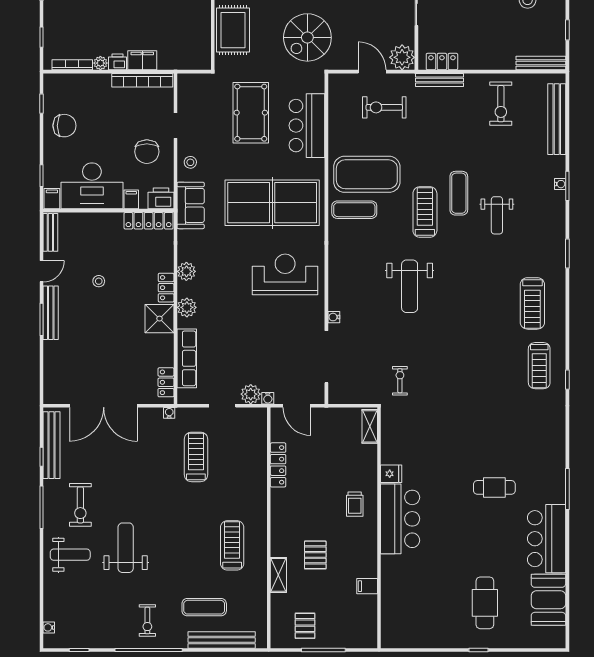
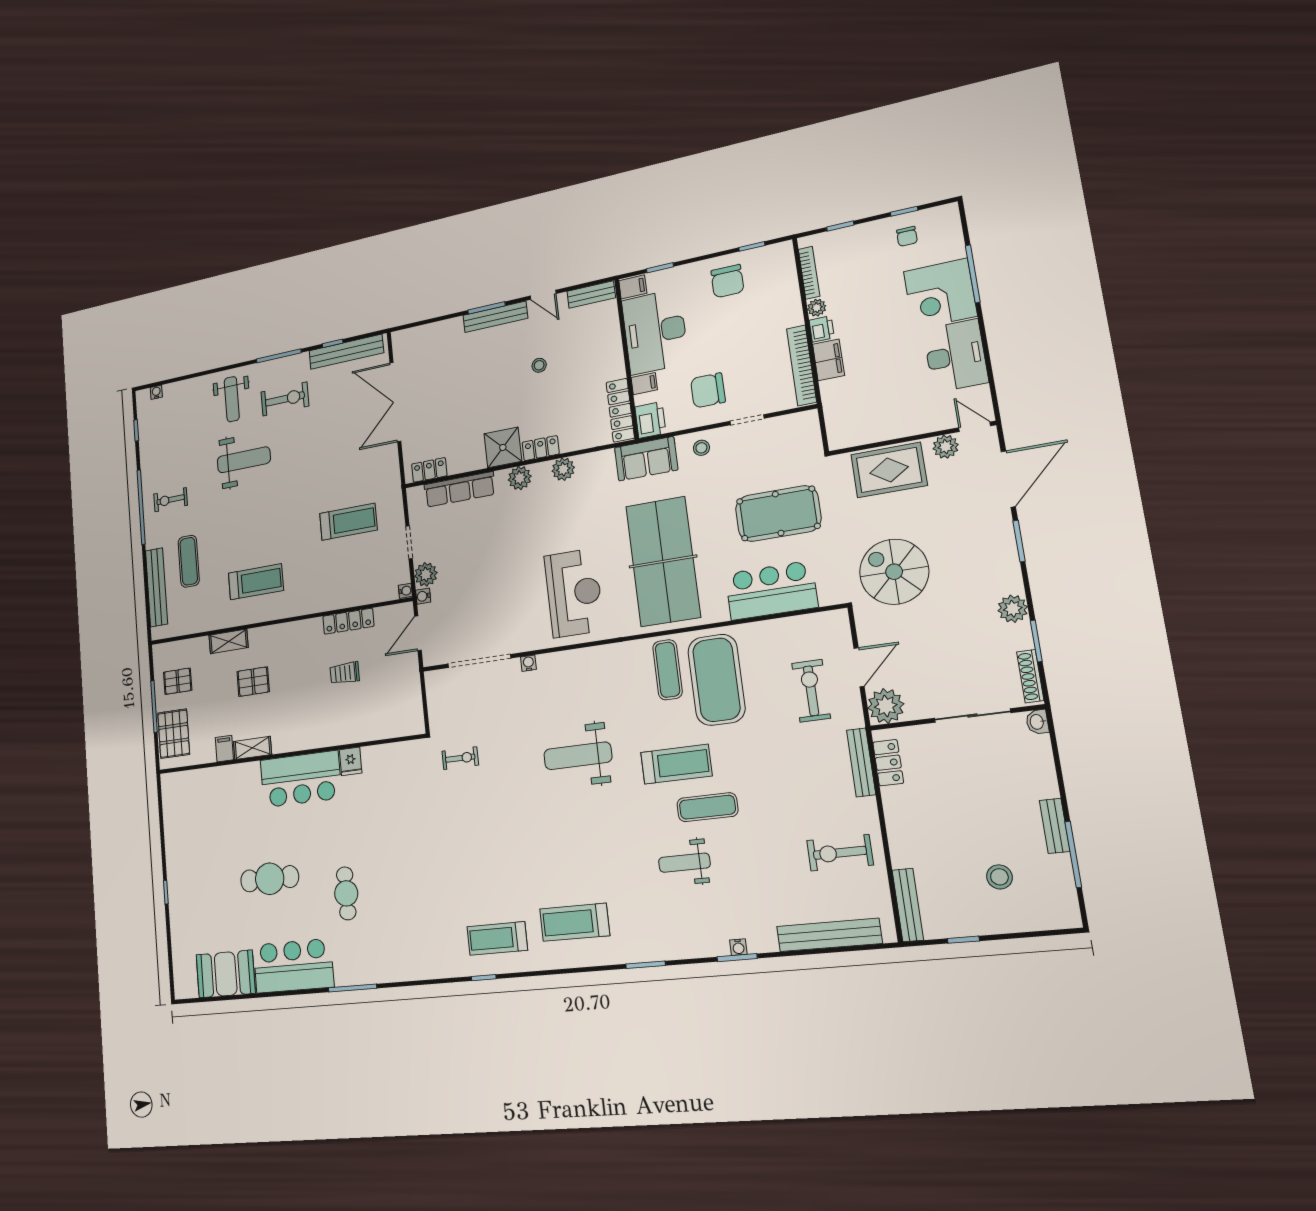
water cooler: (169, 413) -> (405, 591), moved
shelving: (370, 426) -> (252, 748), moved
trolley: (355, 504) -> (345, 673), moved
exercise bike: (80, 505) -> (285, 399), turned 180
cafe table: (485, 603) -> (270, 879), moved
pallet: (349, 633) -> (174, 734), added

